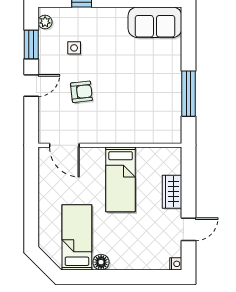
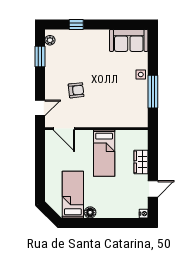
side table: (74, 48) -> (141, 74), moved
door: (31, 85) -> (40, 108), moved

